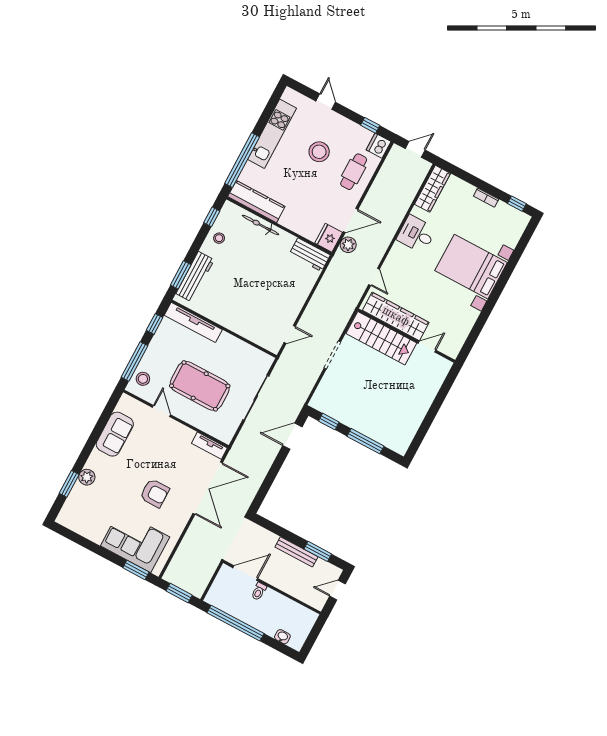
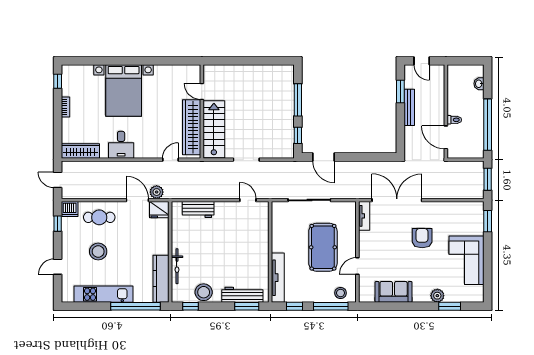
stool: (219, 238) -> (204, 292), width x1.89, depth x1.89
workbench: (310, 255) -> (198, 209), moved, turned 90
corner sofa: (135, 541) -> (466, 260), moved

